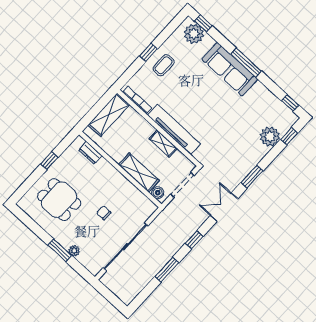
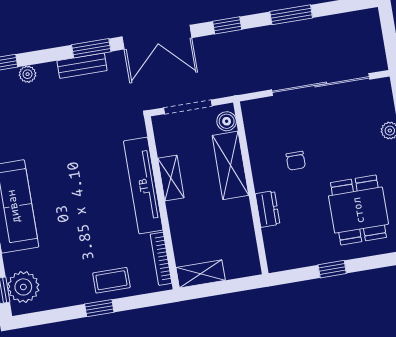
coffee table: (164, 65) -> (111, 280), moved
shelving: (109, 115) -> (201, 274), width x0.67, depth x0.75
plant: (270, 136) -> (28, 74), width x0.53, depth x0.53
dresser: (90, 153) -> (268, 209), moved
bench: (250, 165) -> (82, 66), added
double door: (224, 207) -> (157, 37), width x1.37
chair: (104, 213) -> (296, 161), moved

